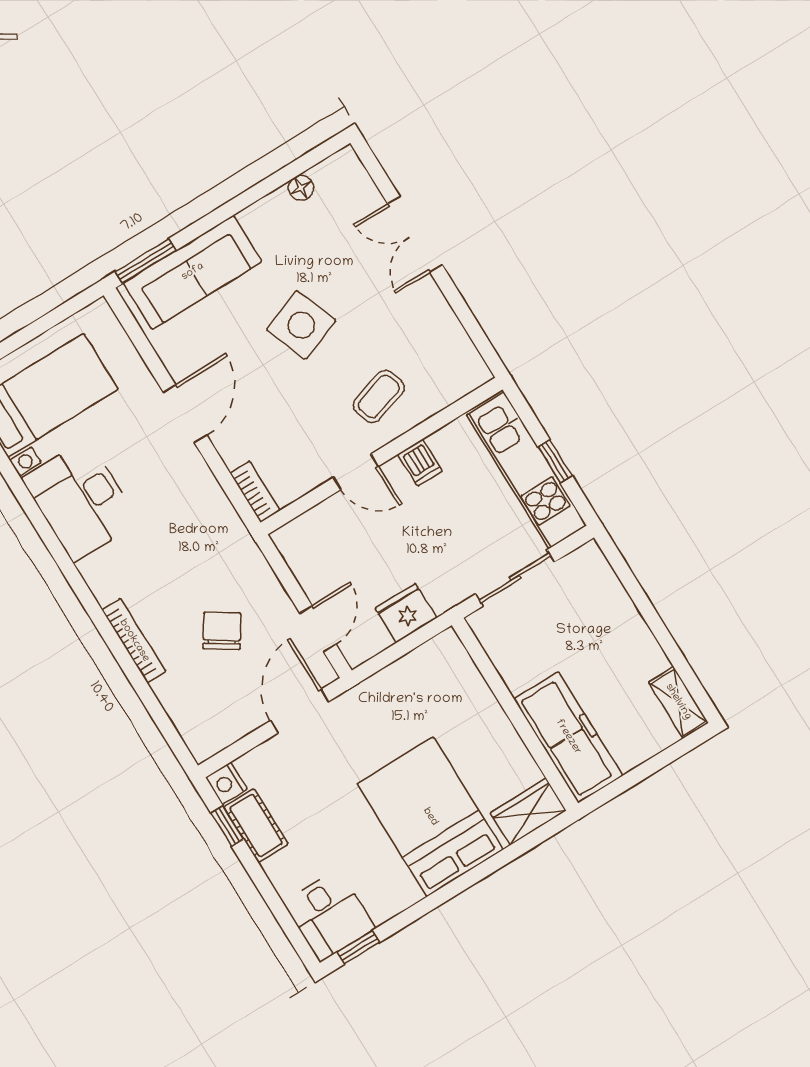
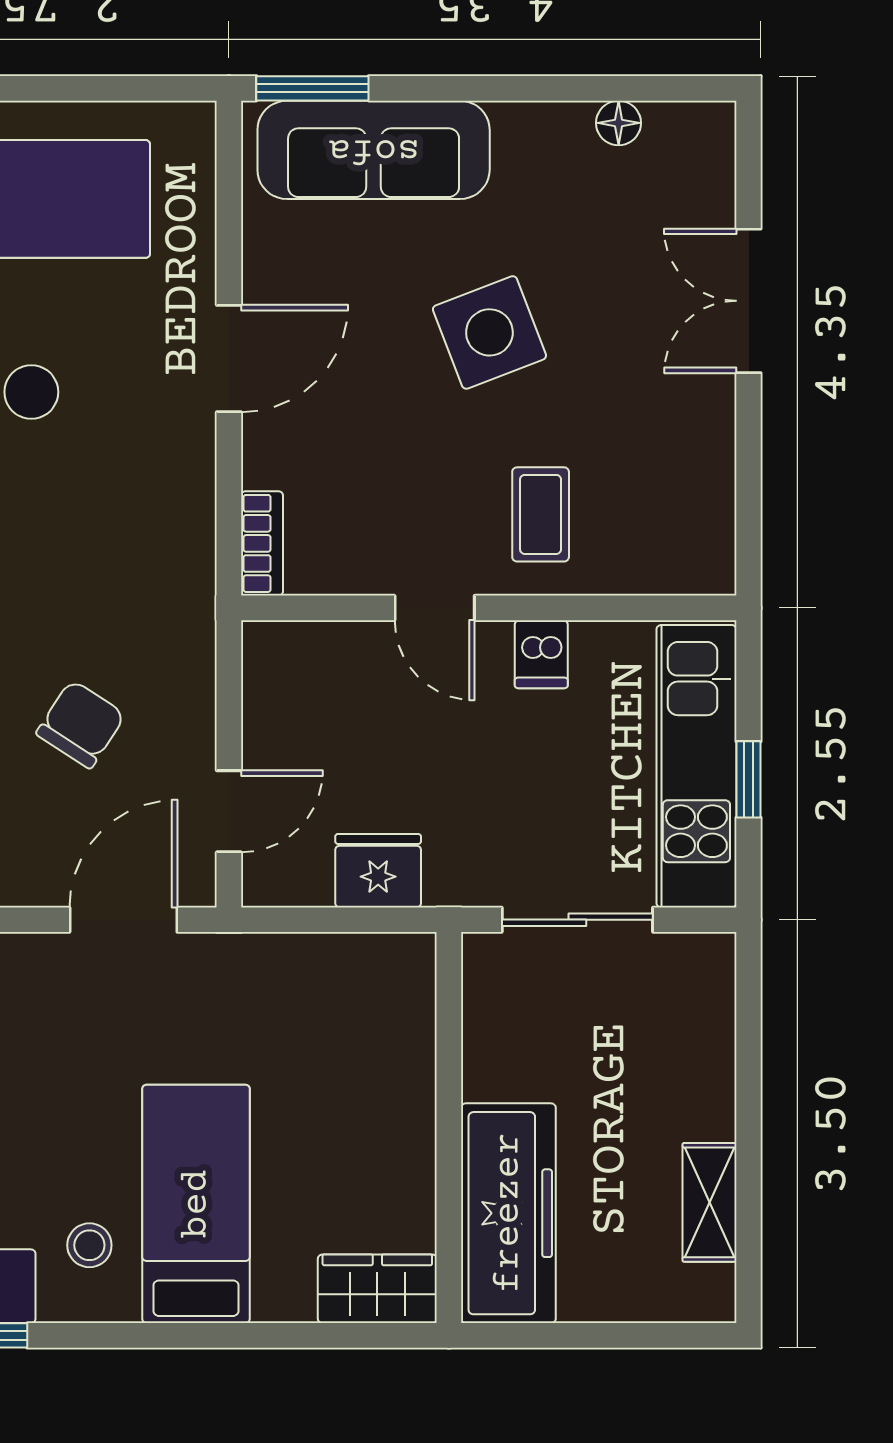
coffee table: (379, 396) -> (541, 514), turned -73
shelving: (678, 702) -> (709, 1202), moved
bed: (430, 817) -> (196, 1204), width x0.67
stool: (379, 875) -> (89, 1245), added

